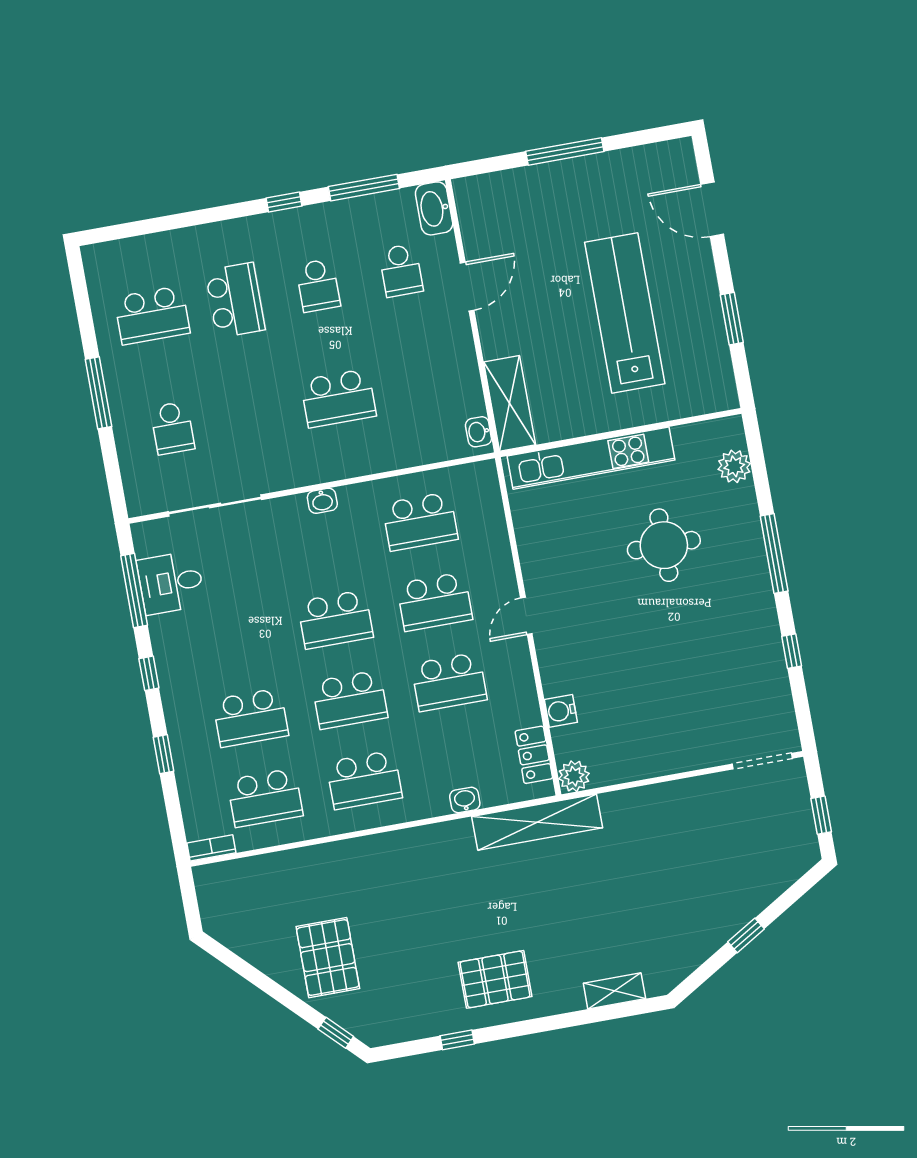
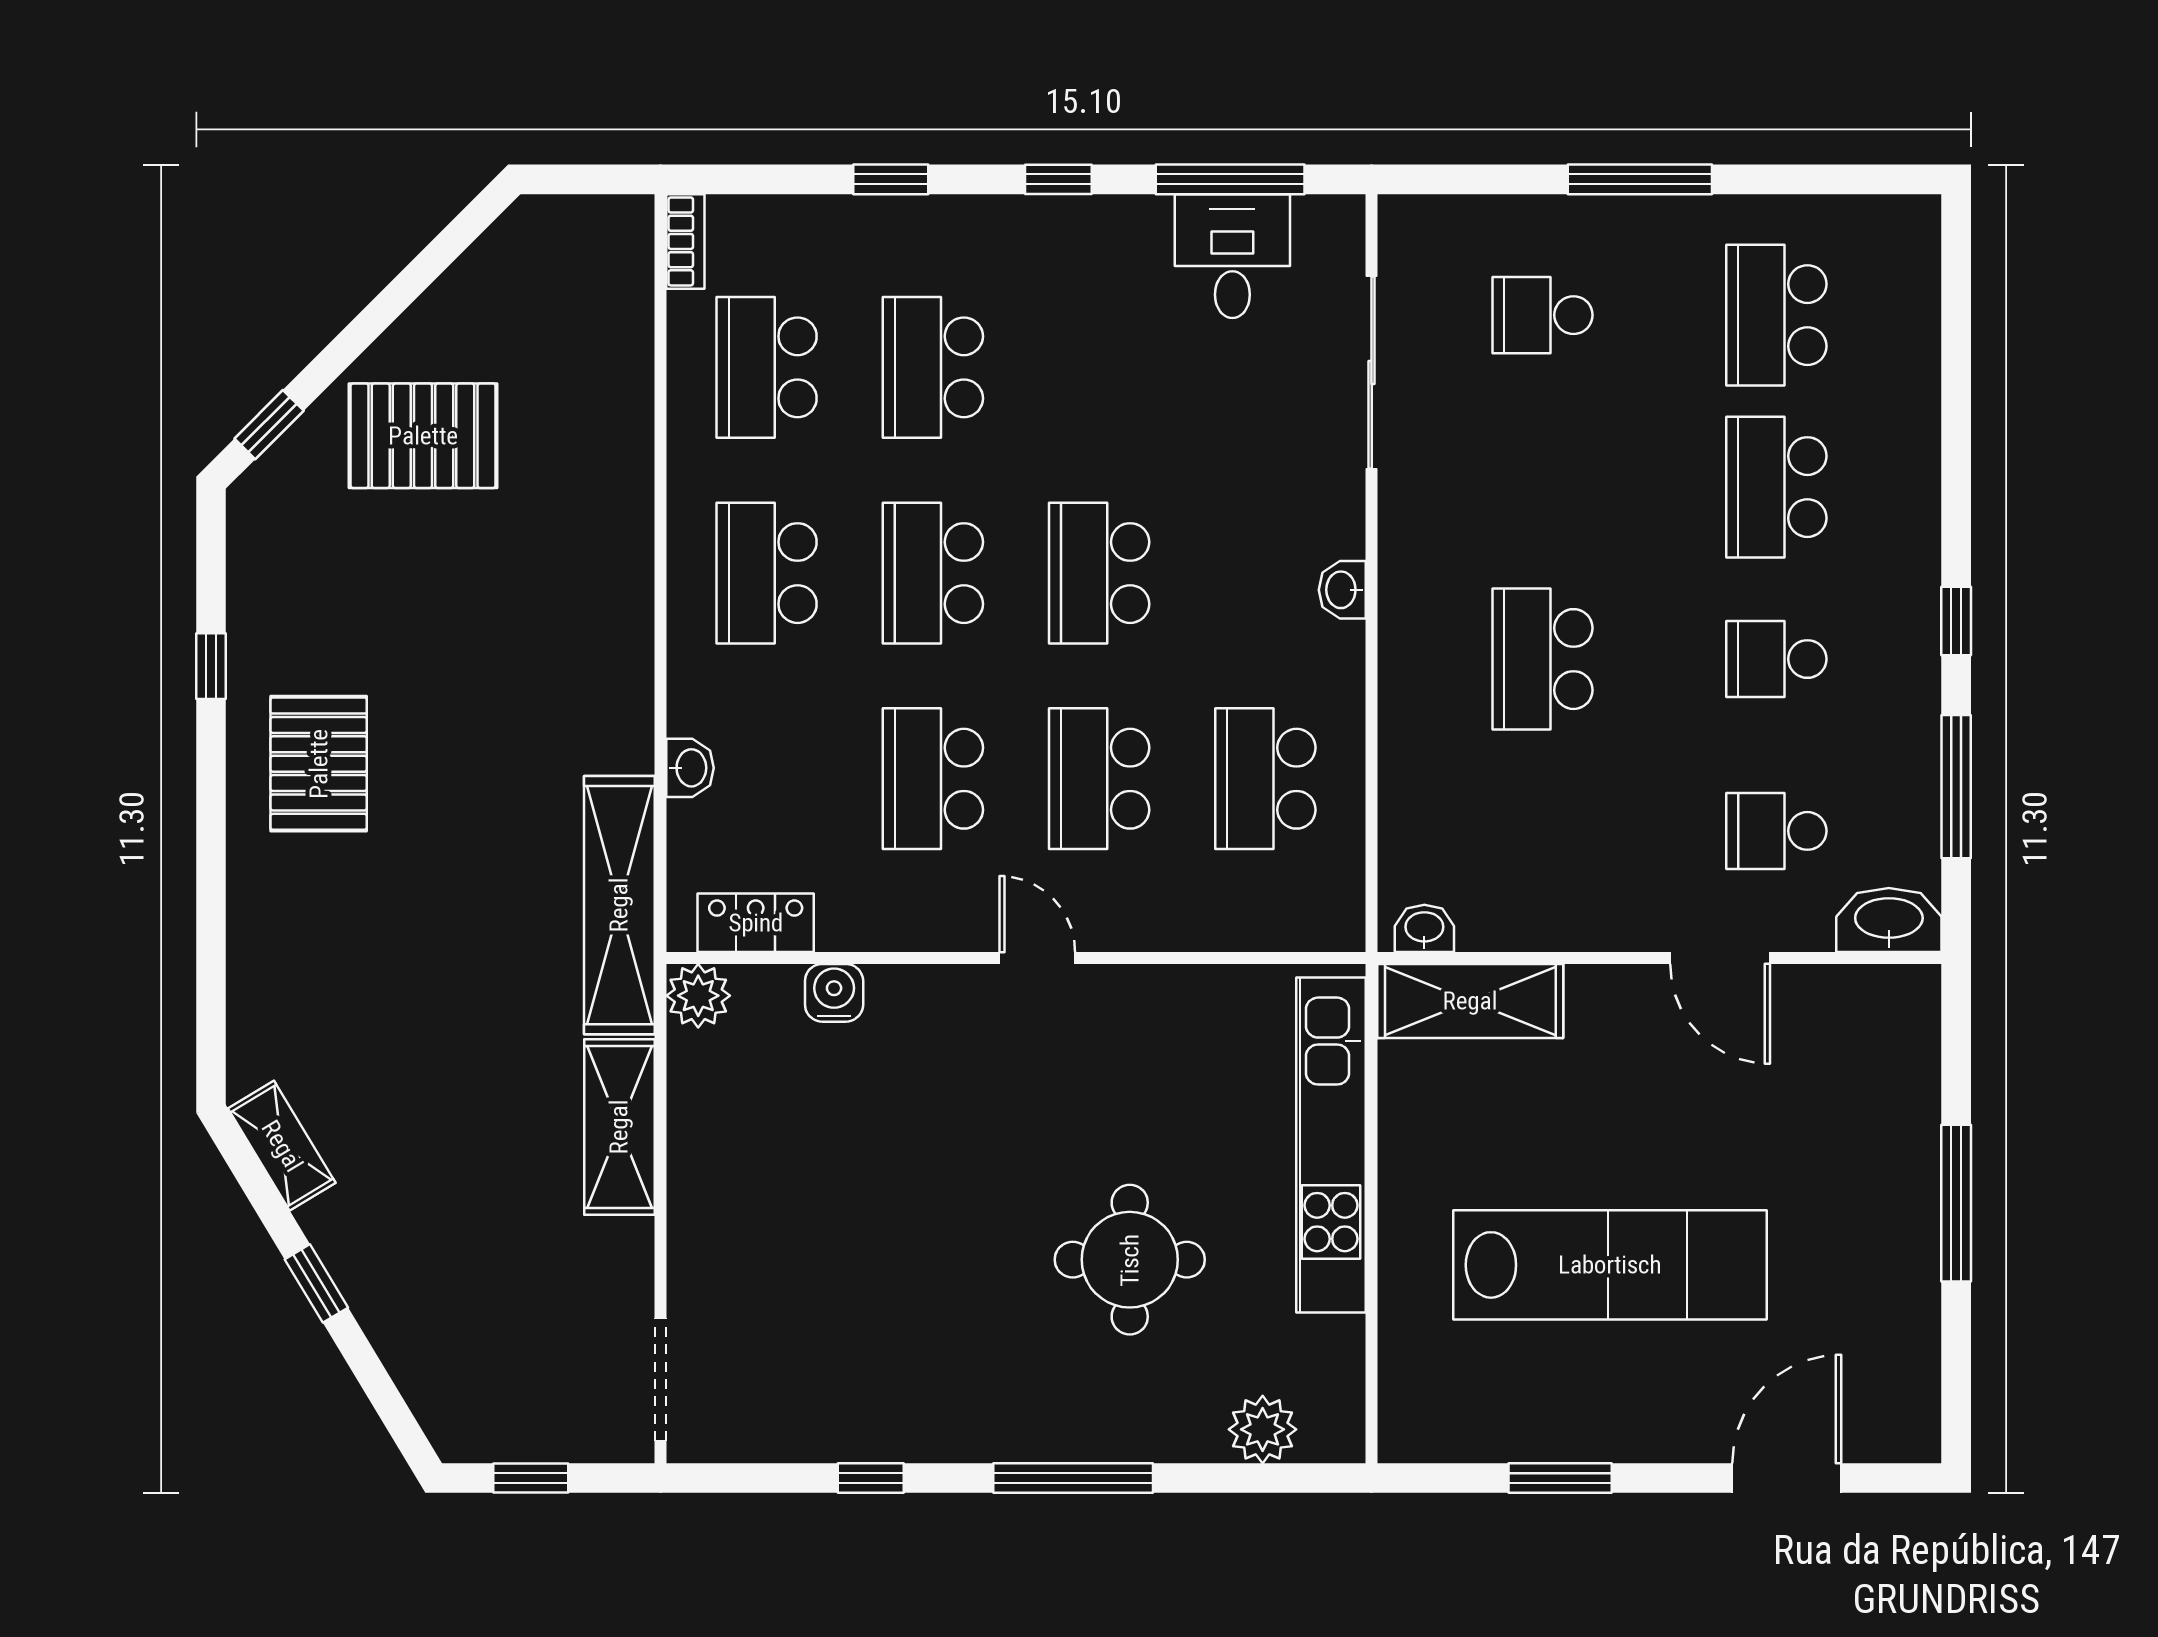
school desk: (235, 300) -> (1776, 487), turned 90
shelving: (644, 803) -> (619, 1127), added
shelving: (614, 991) -> (282, 1146), moved, turned -31

